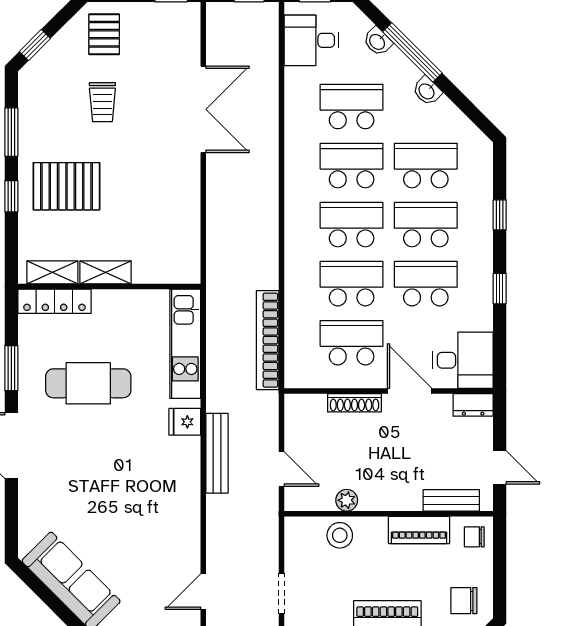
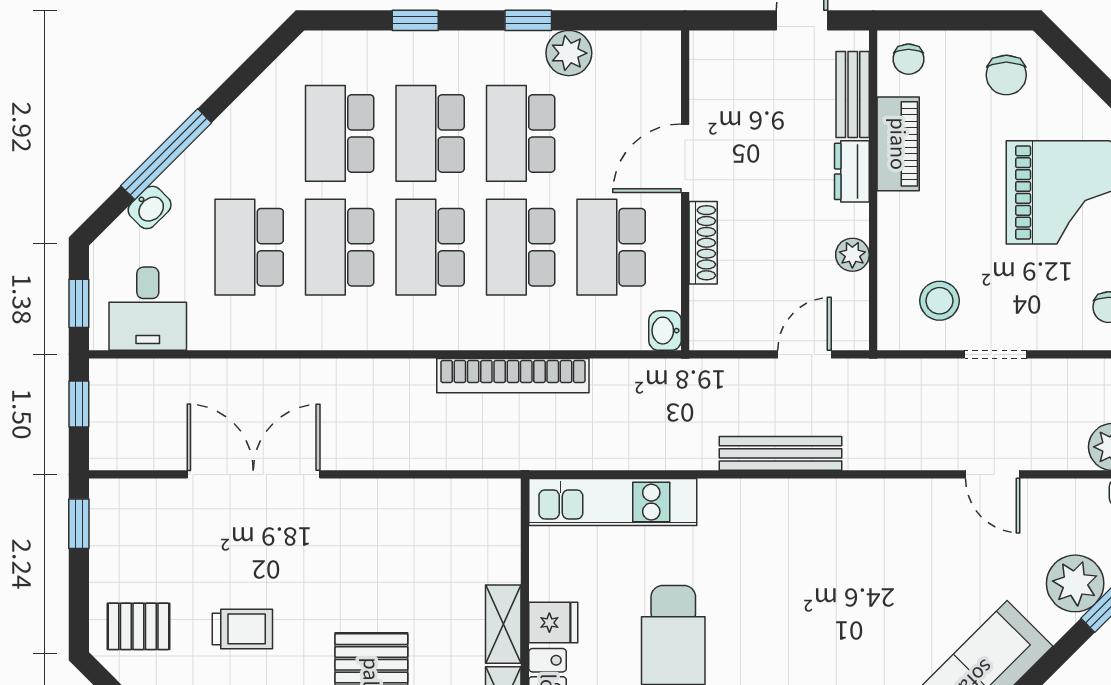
washbasin: (427, 91) -> (665, 331), moved, turned 135
plant: (478, 315) -> (569, 53), added
bookcase: (268, 340) -> (513, 376), moved
desk: (463, 360) -> (638, 77), removed
dresser: (473, 405) -> (852, 171), moved, turned 180
fridge: (185, 422) -> (553, 623), moved, turned -90
stool: (340, 535) -> (939, 301), moved

